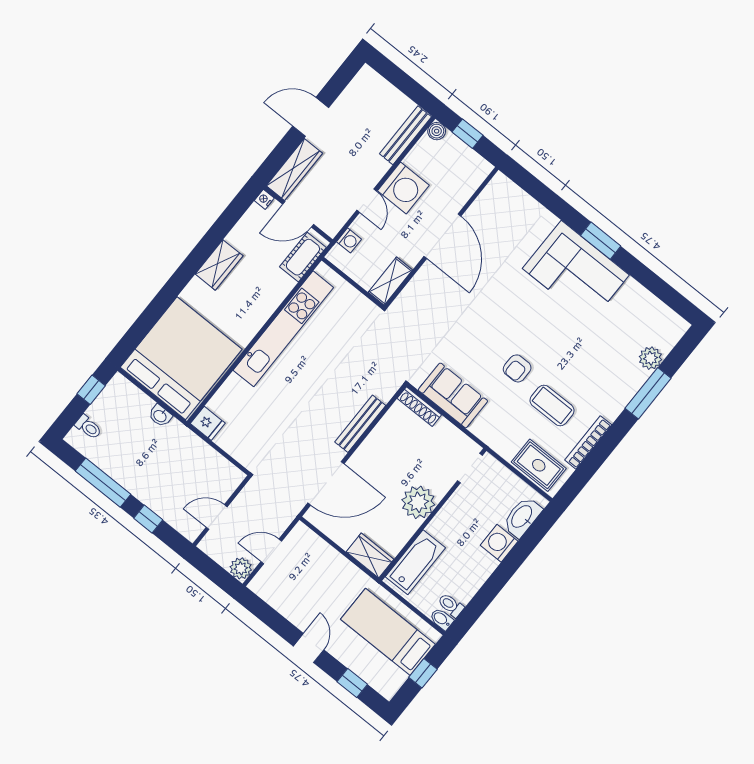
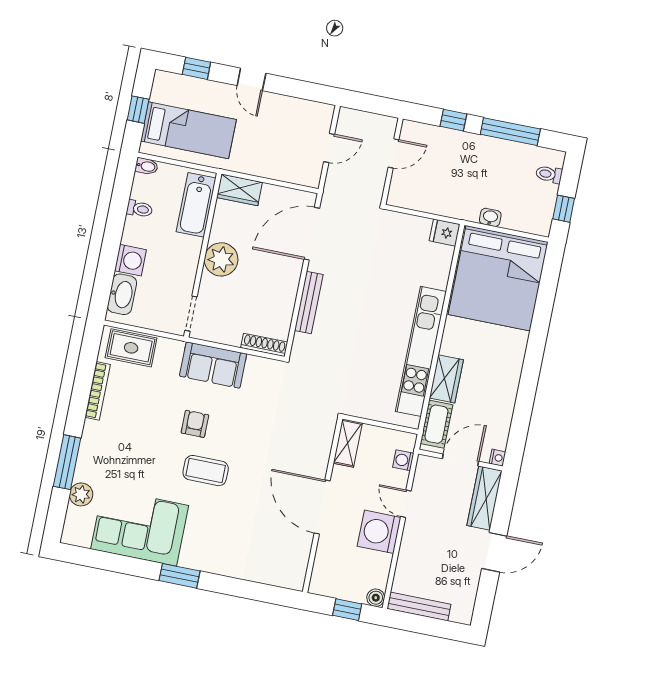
bench: (405, 135) -> (419, 607), moved, turned 90
wardrobe: (219, 265) -> (446, 379), moved, turned 180
corner sofa: (576, 272) -> (140, 527), moved
sofa: (453, 395) -> (213, 365), moved
coffee table: (552, 405) -> (206, 471), moved
plant: (241, 568) -> (348, 119), removed
toilet: (451, 605) -> (139, 209), moved

